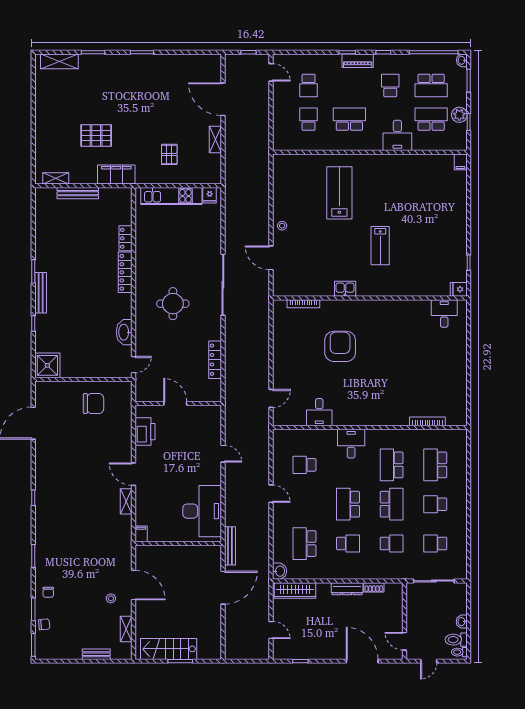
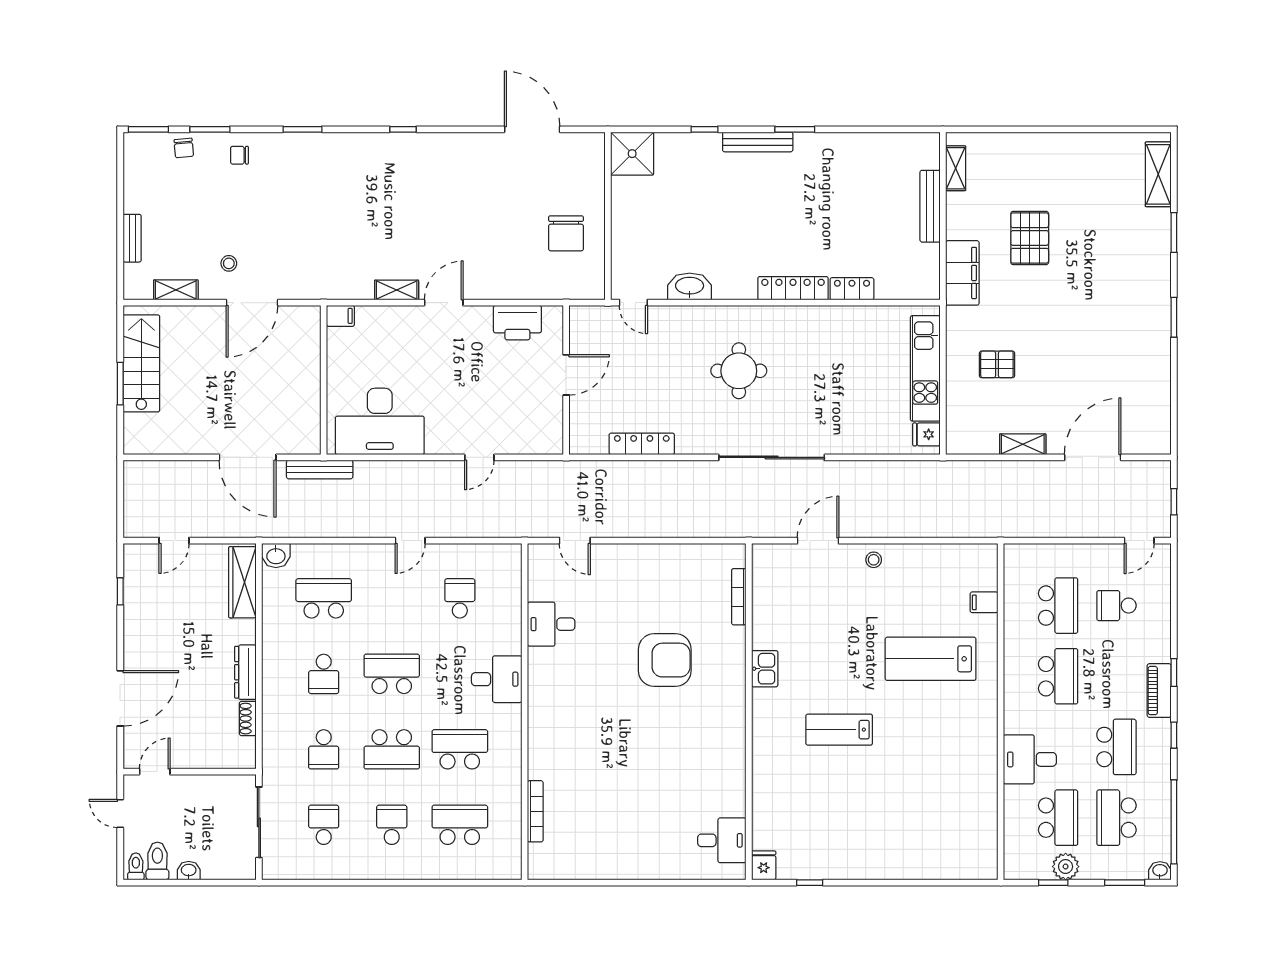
school desk: (390, 85) -> (1116, 747), width x1.85
school desk: (309, 119) -> (1058, 606), width x1.85
filing cabinet: (460, 162) -> (984, 602), moved
lab bench: (339, 193) -> (931, 659), turned 180

